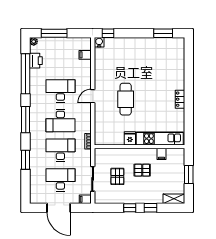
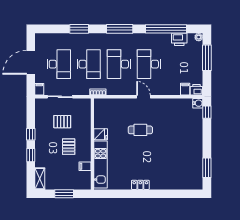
printer: (86, 44) -> (196, 90), added
desk: (60, 91) -> (149, 64), turned 180
cafe table: (126, 99) -> (140, 130), width x0.73, depth x0.74

